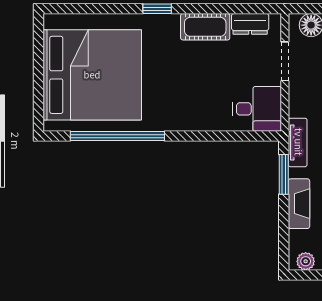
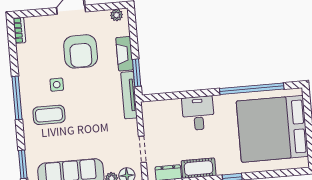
desk: (257, 109) -> (198, 113), moved, turned 90
tv unit: (298, 142) -> (129, 95), width x1.41

